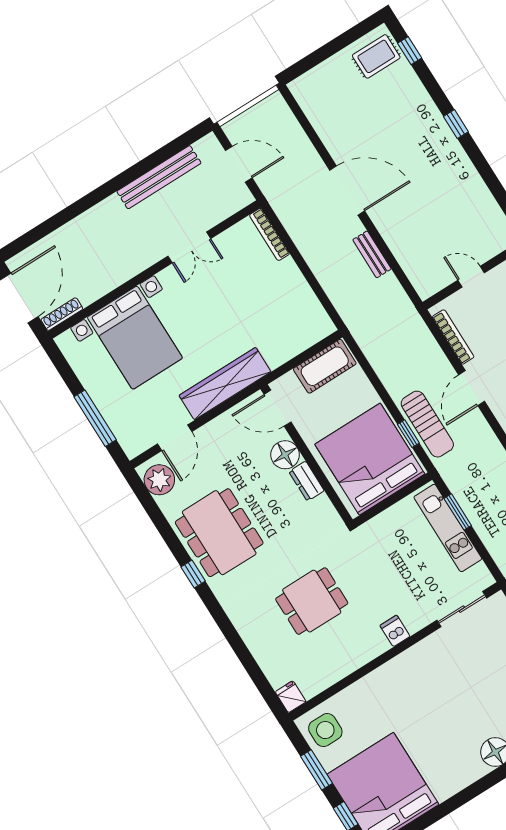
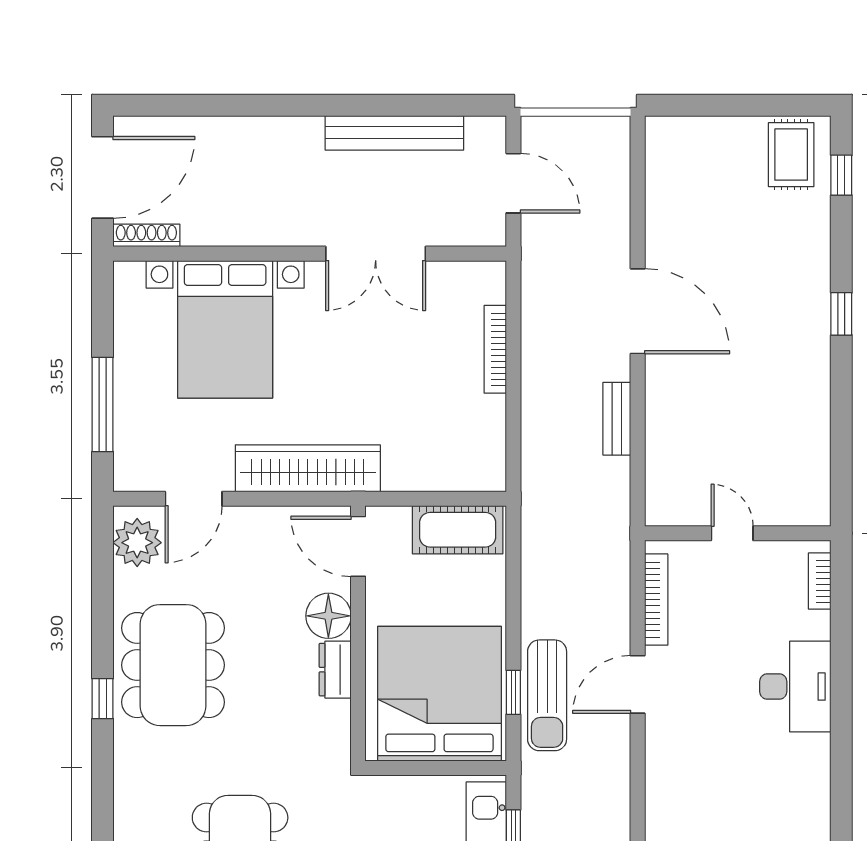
rug: (376, 56) -> (791, 155), turned 90
bookcase: (270, 234) -> (495, 349), moved
double door: (189, 247) -> (376, 254), width x1.37

